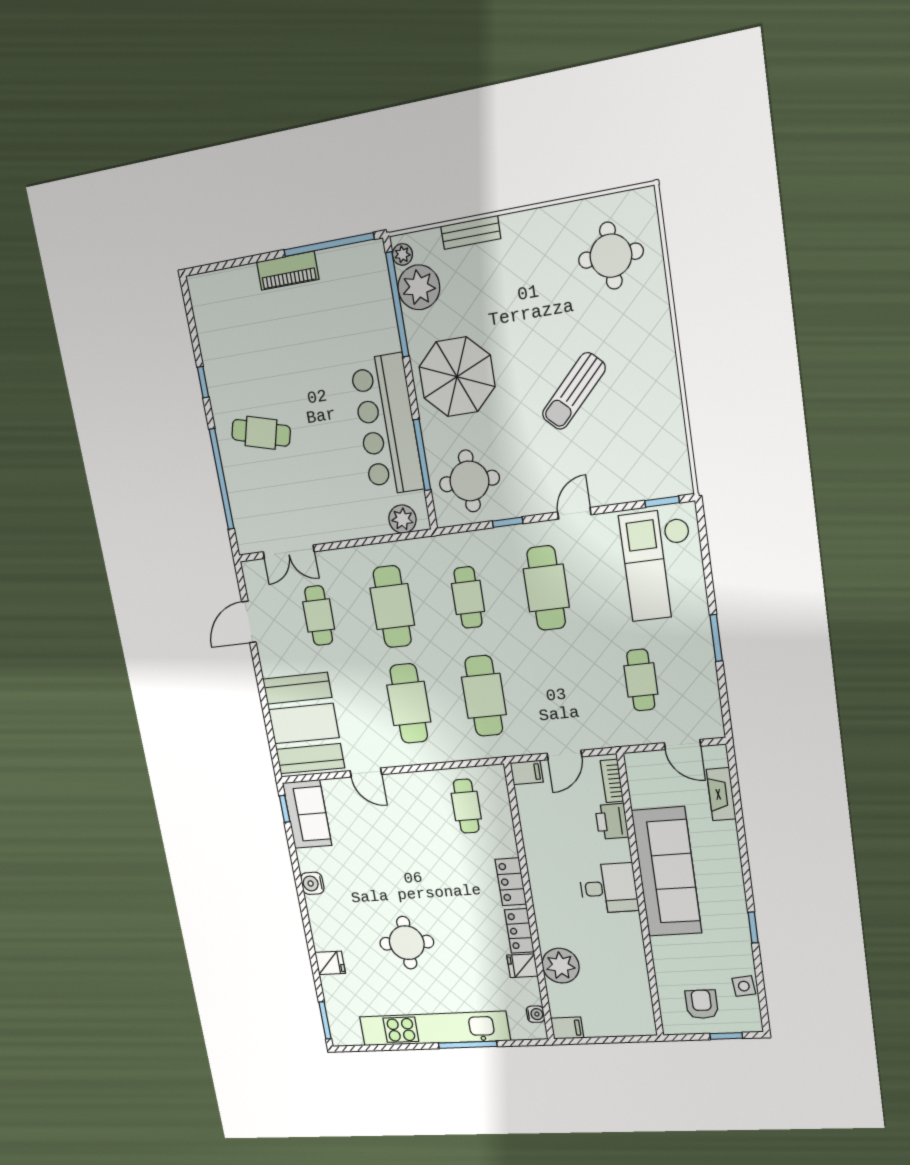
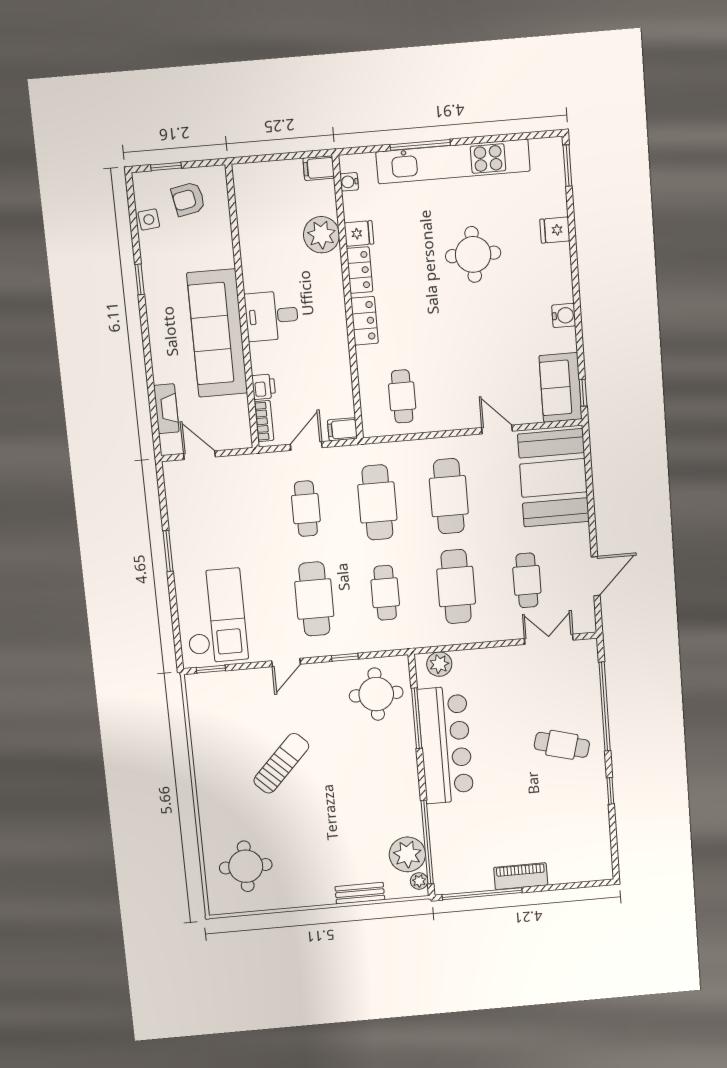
parasol: (457, 377) -> (380, 781), removed
cafe table: (641, 680) -> (306, 509), moved
printer: (612, 821) -> (264, 387), width x0.73, depth x0.81
armchair: (702, 1004) -> (188, 199), turned 79

